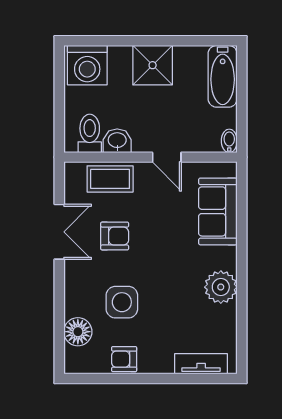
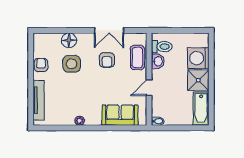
washing machine: (87, 65) -> (198, 58), moved
bathtub: (223, 76) -> (201, 108), moved, turned -90
plant: (221, 287) -> (80, 121), width x0.53, depth x0.53
floor lamp: (78, 332) -> (69, 40), moved
tv unit: (201, 364) -> (39, 100), width x1.41

